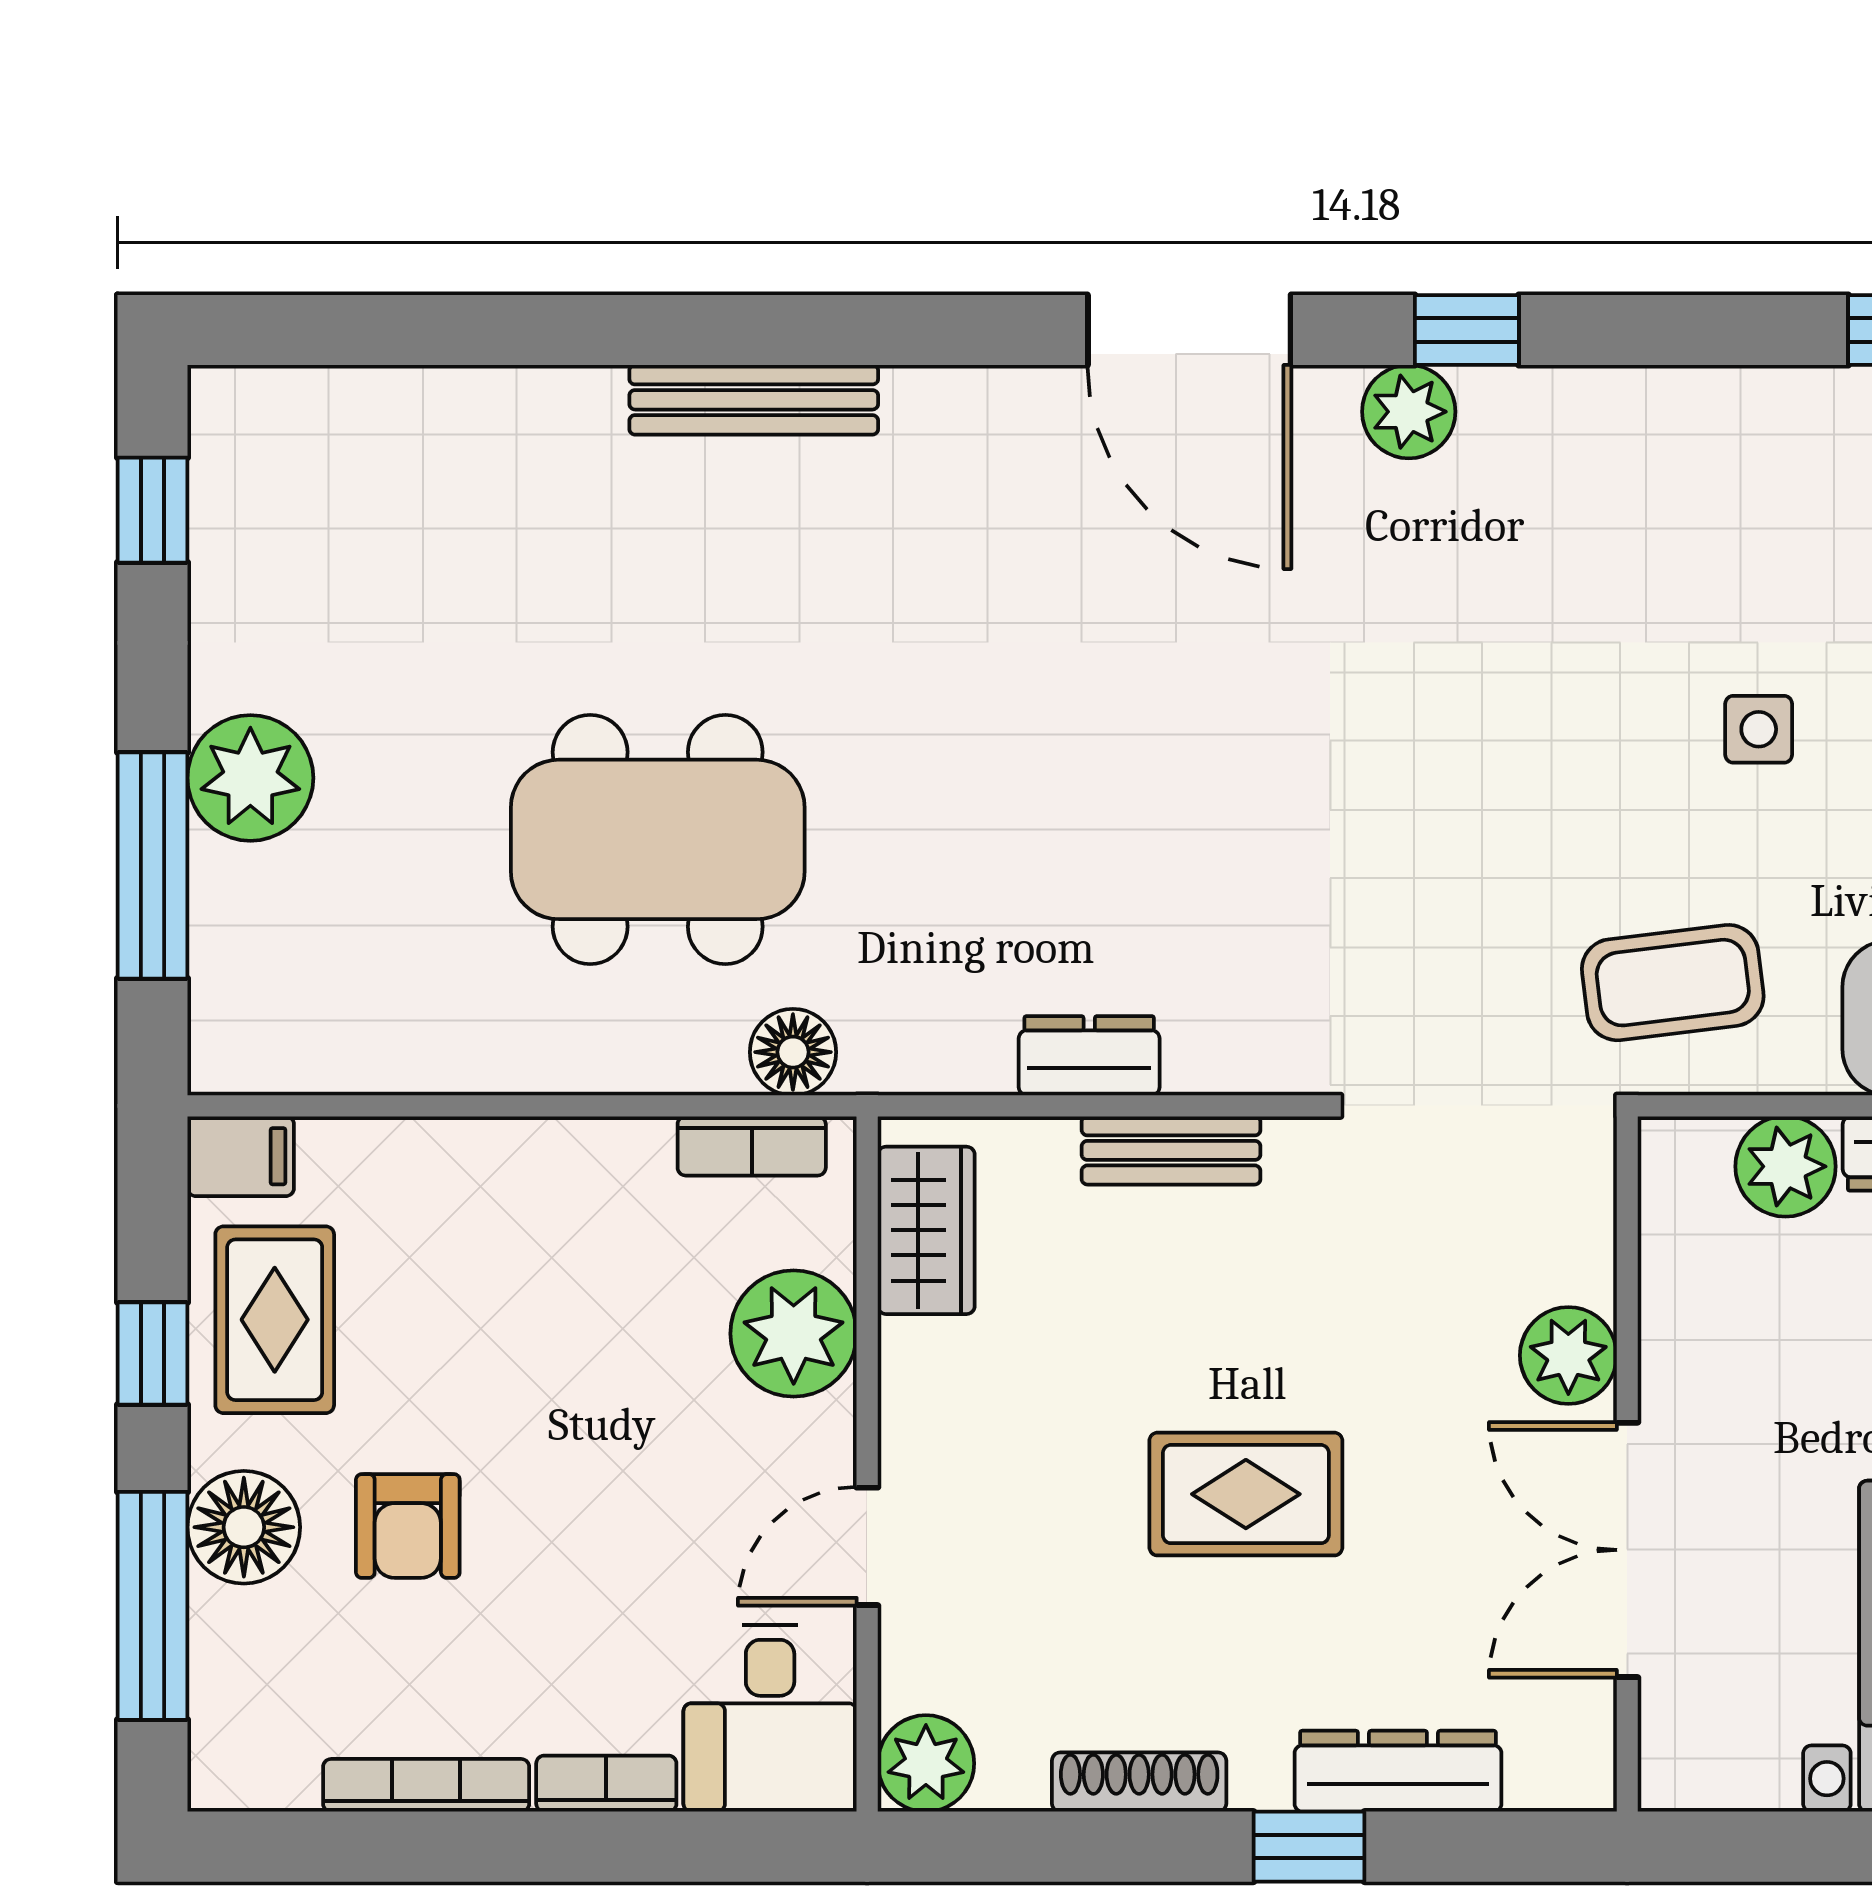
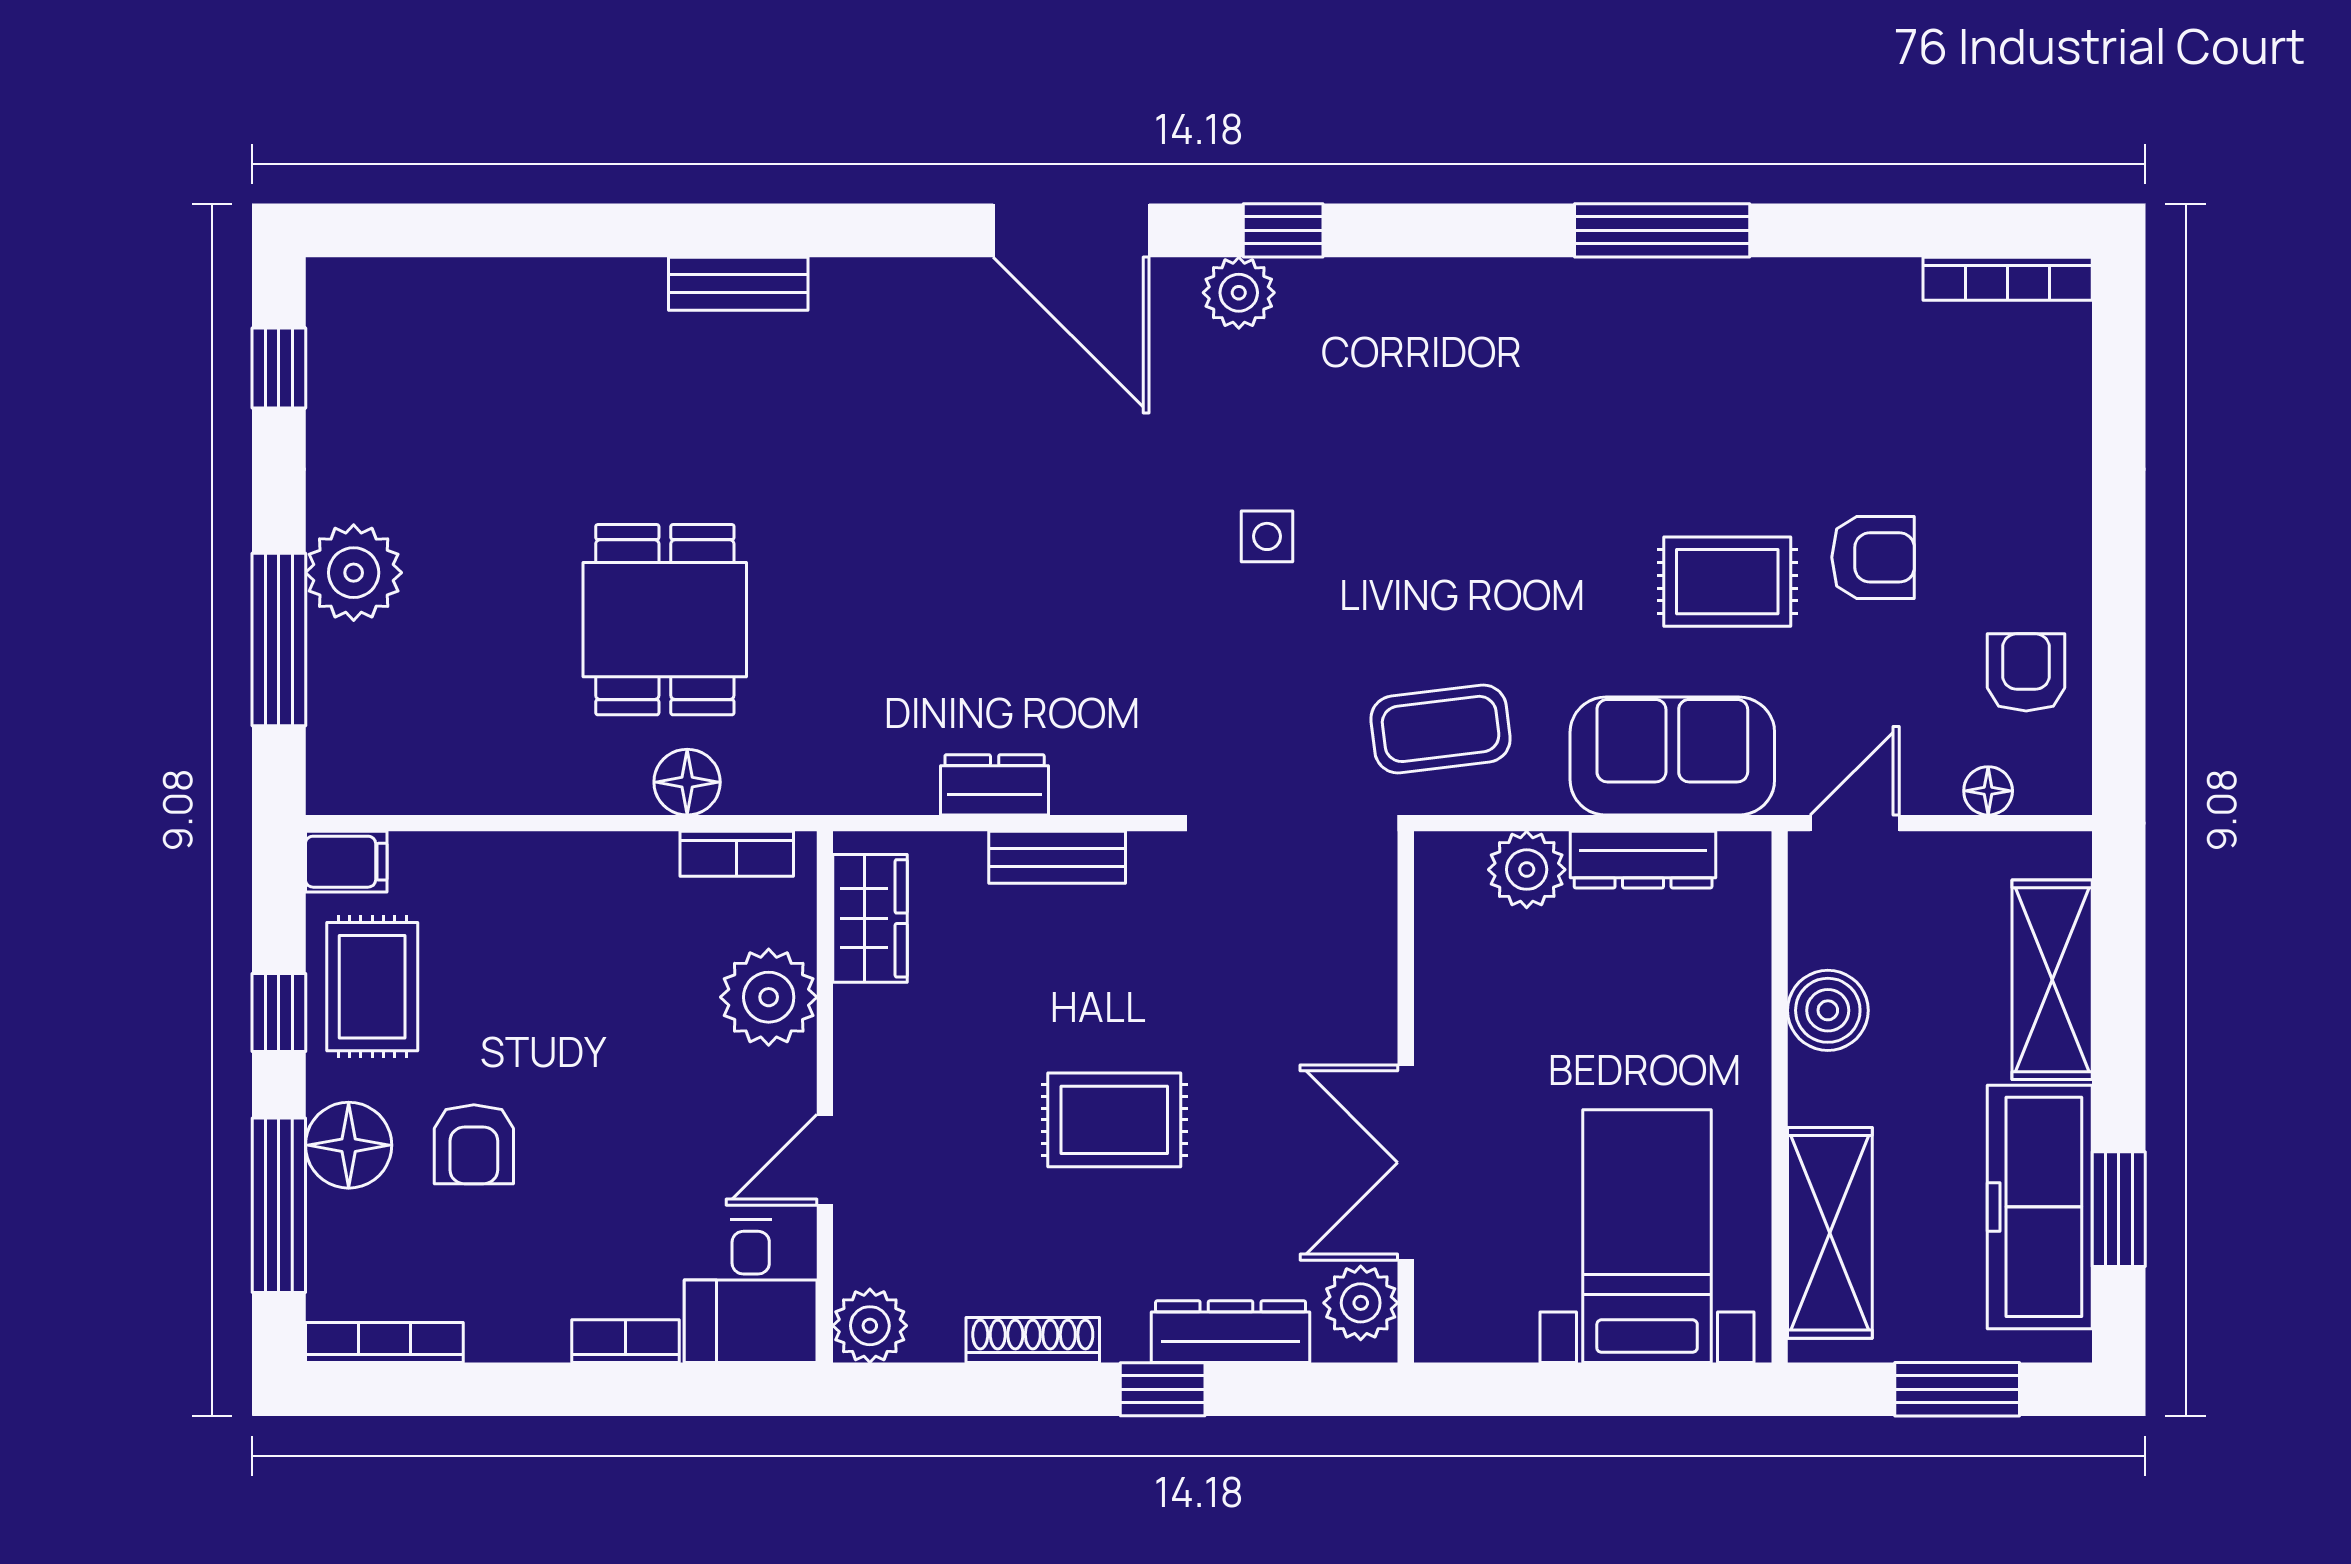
bench: (754, 400) -> (738, 284), width x0.73
side table: (1759, 729) -> (1267, 536), moved
dining table: (658, 839) -> (665, 620), width x0.73
floor lamp: (793, 1052) -> (687, 782), moved
plant: (1568, 1355) -> (1361, 1303), moved
bookcase: (426, 1785) -> (384, 1342), moved

